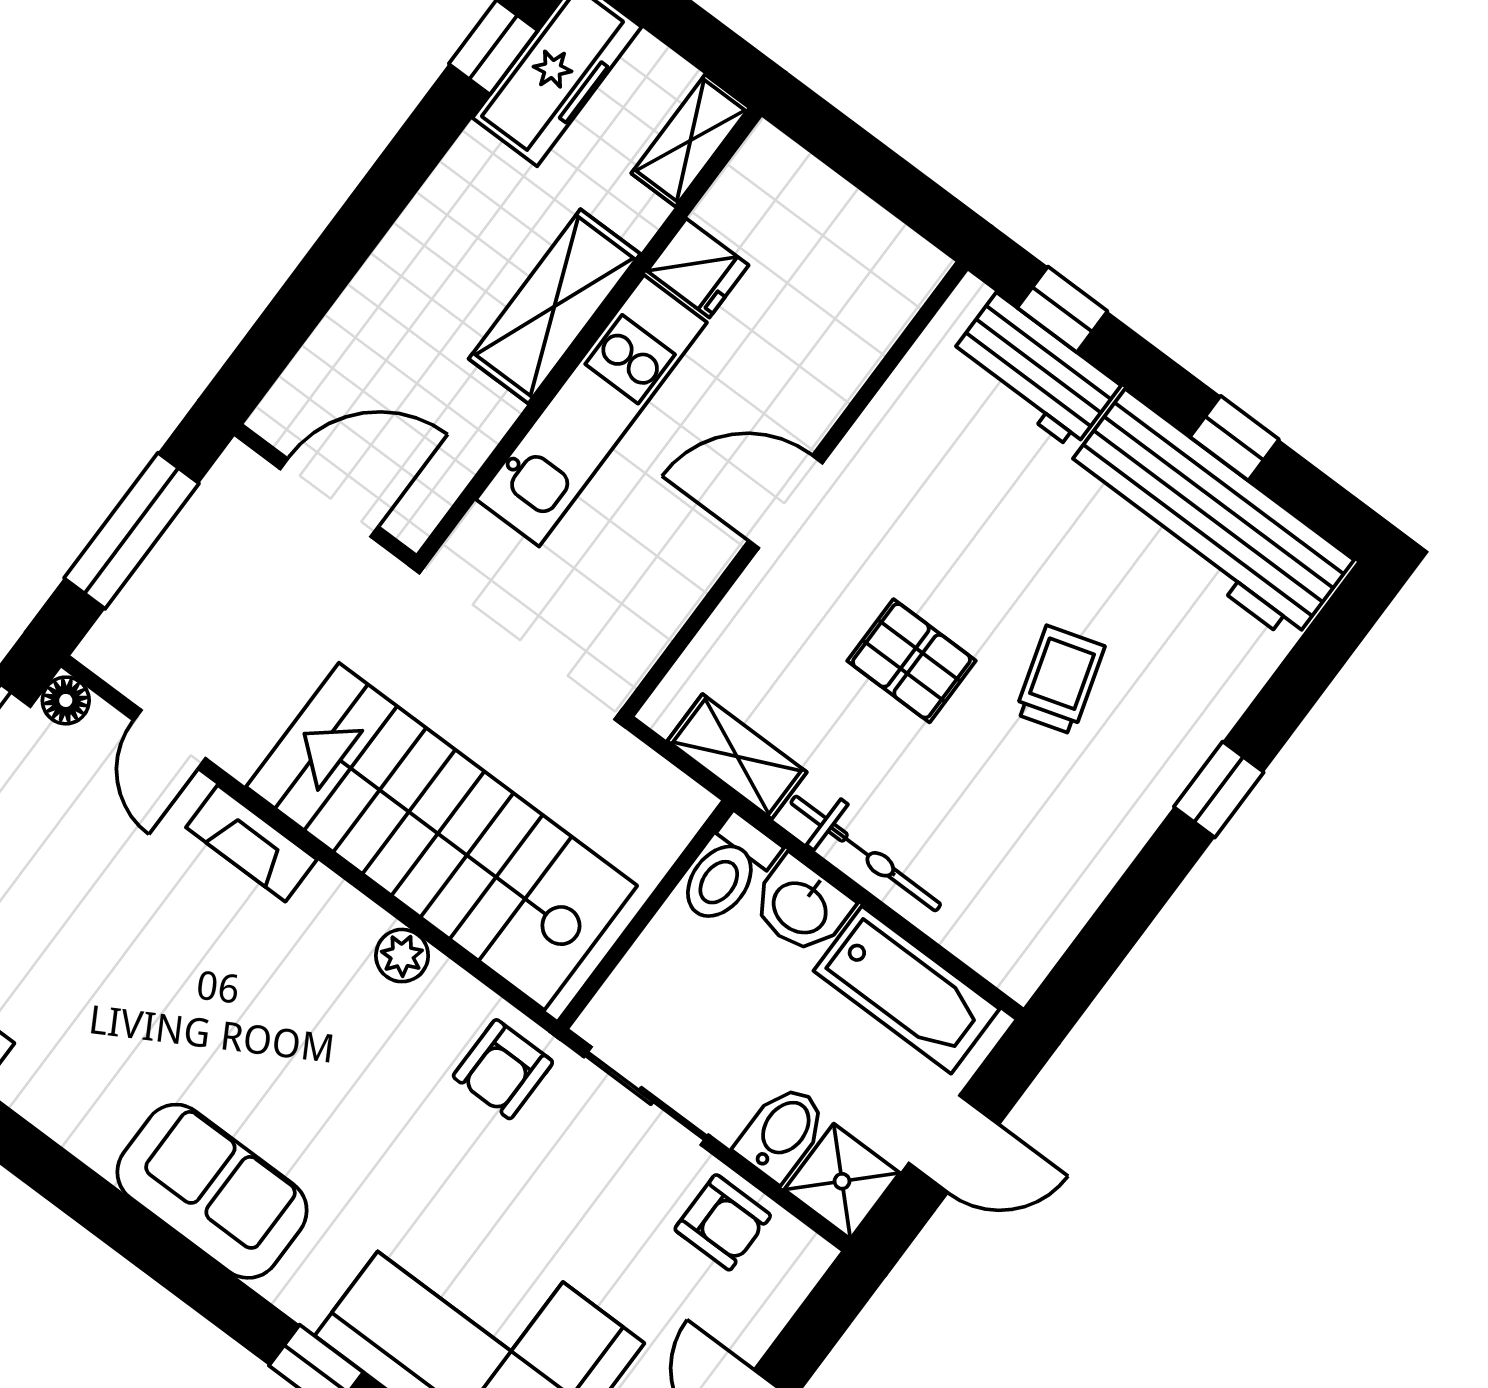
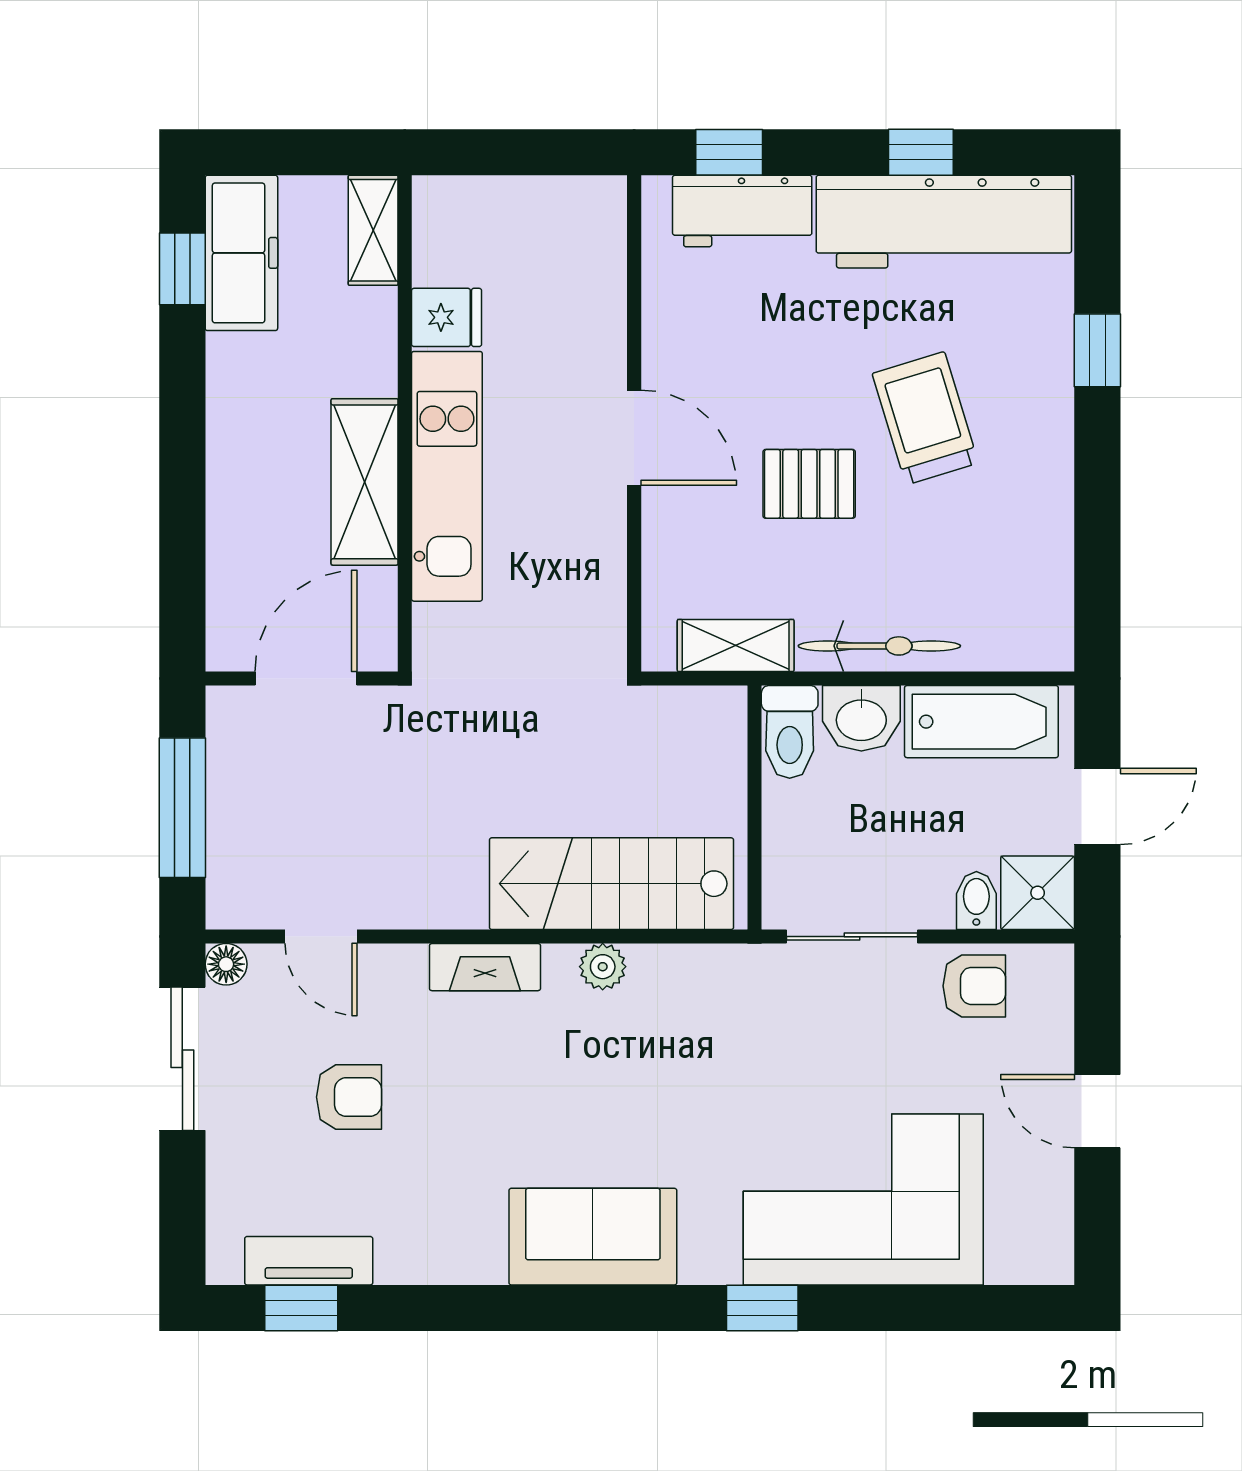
shelving: (554, 306) -> (365, 482), moved
door: (785, 502) -> (634, 438), swing flipped
trolley: (1060, 680) -> (925, 418), width x1.36, depth x1.39
window: (1219, 790) -> (1097, 350), moved
stairs: (442, 836) -> (612, 884), width x0.73, depth x0.66
fireplace: (251, 843) -> (485, 967), moved
armchair: (503, 1069) -> (349, 1097), moved, turned -90
bidet: (782, 1133) -> (976, 901), width x0.72, depth x0.74

